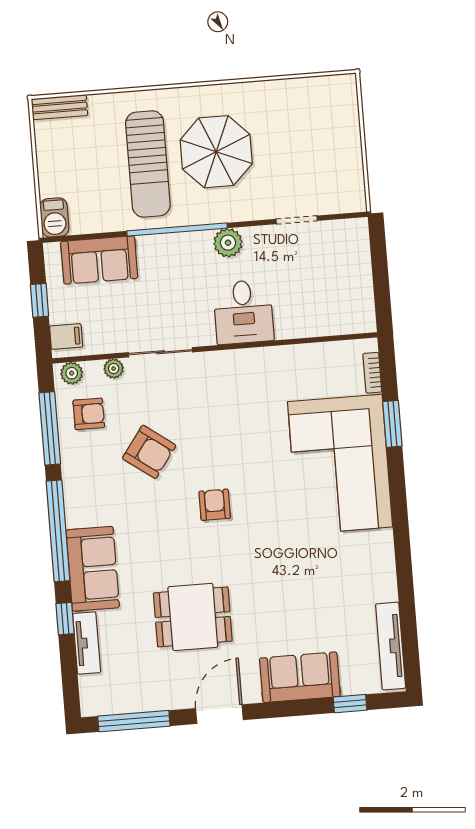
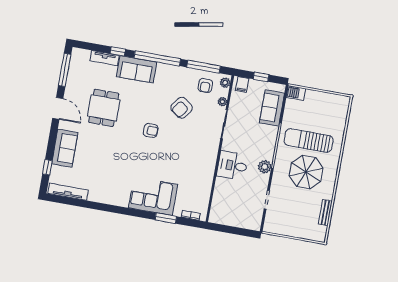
bench: (60, 107) -> (325, 213), moved
corner sofa: (340, 464) -> (153, 196), width x0.73, depth x0.74

